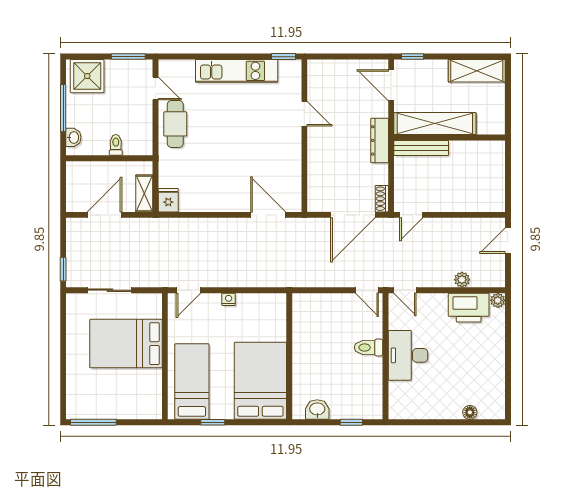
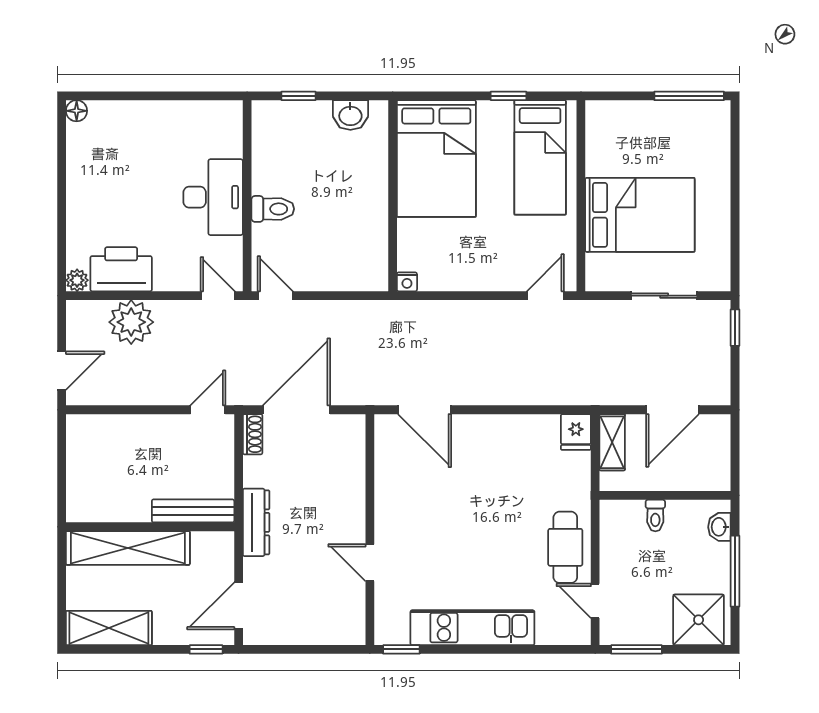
door: (391, 85) -> (239, 606), swing flipped
shelving: (435, 124) -> (128, 548), moved
plant: (462, 280) -> (131, 322), width x1.88, depth x1.88
nightstand: (229, 299) -> (407, 282), moved
floor lamp: (470, 412) -> (77, 111), moved

